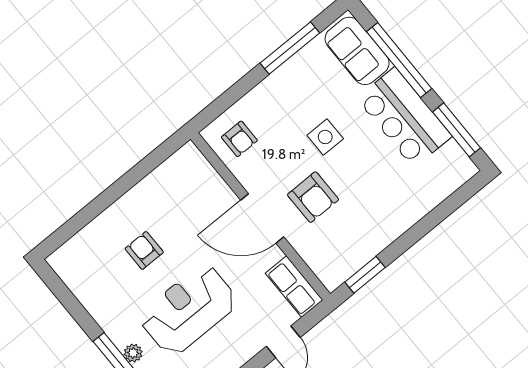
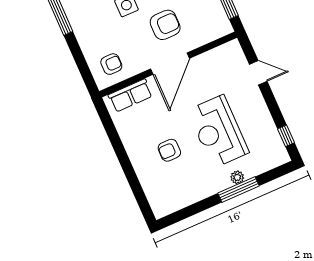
row of seats: (294, 287) -> (130, 95), moved

